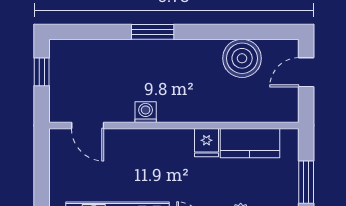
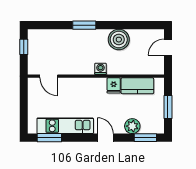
boiler: (242, 58) -> (119, 40), moved
washing machine: (146, 112) -> (100, 69), moved

